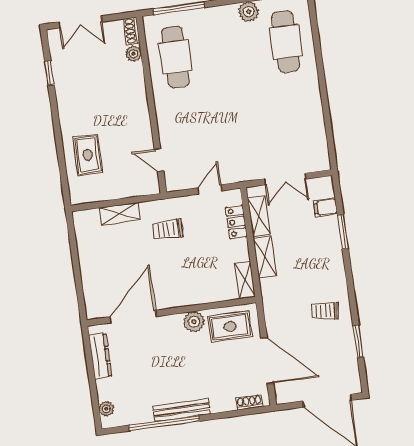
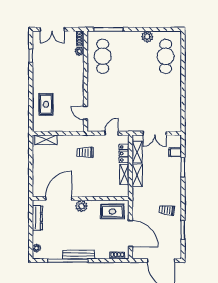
shelving: (120, 214) -> (46, 140), moved
shelving: (245, 280) -> (124, 174), moved
plant: (194, 322) -> (81, 206), moved

